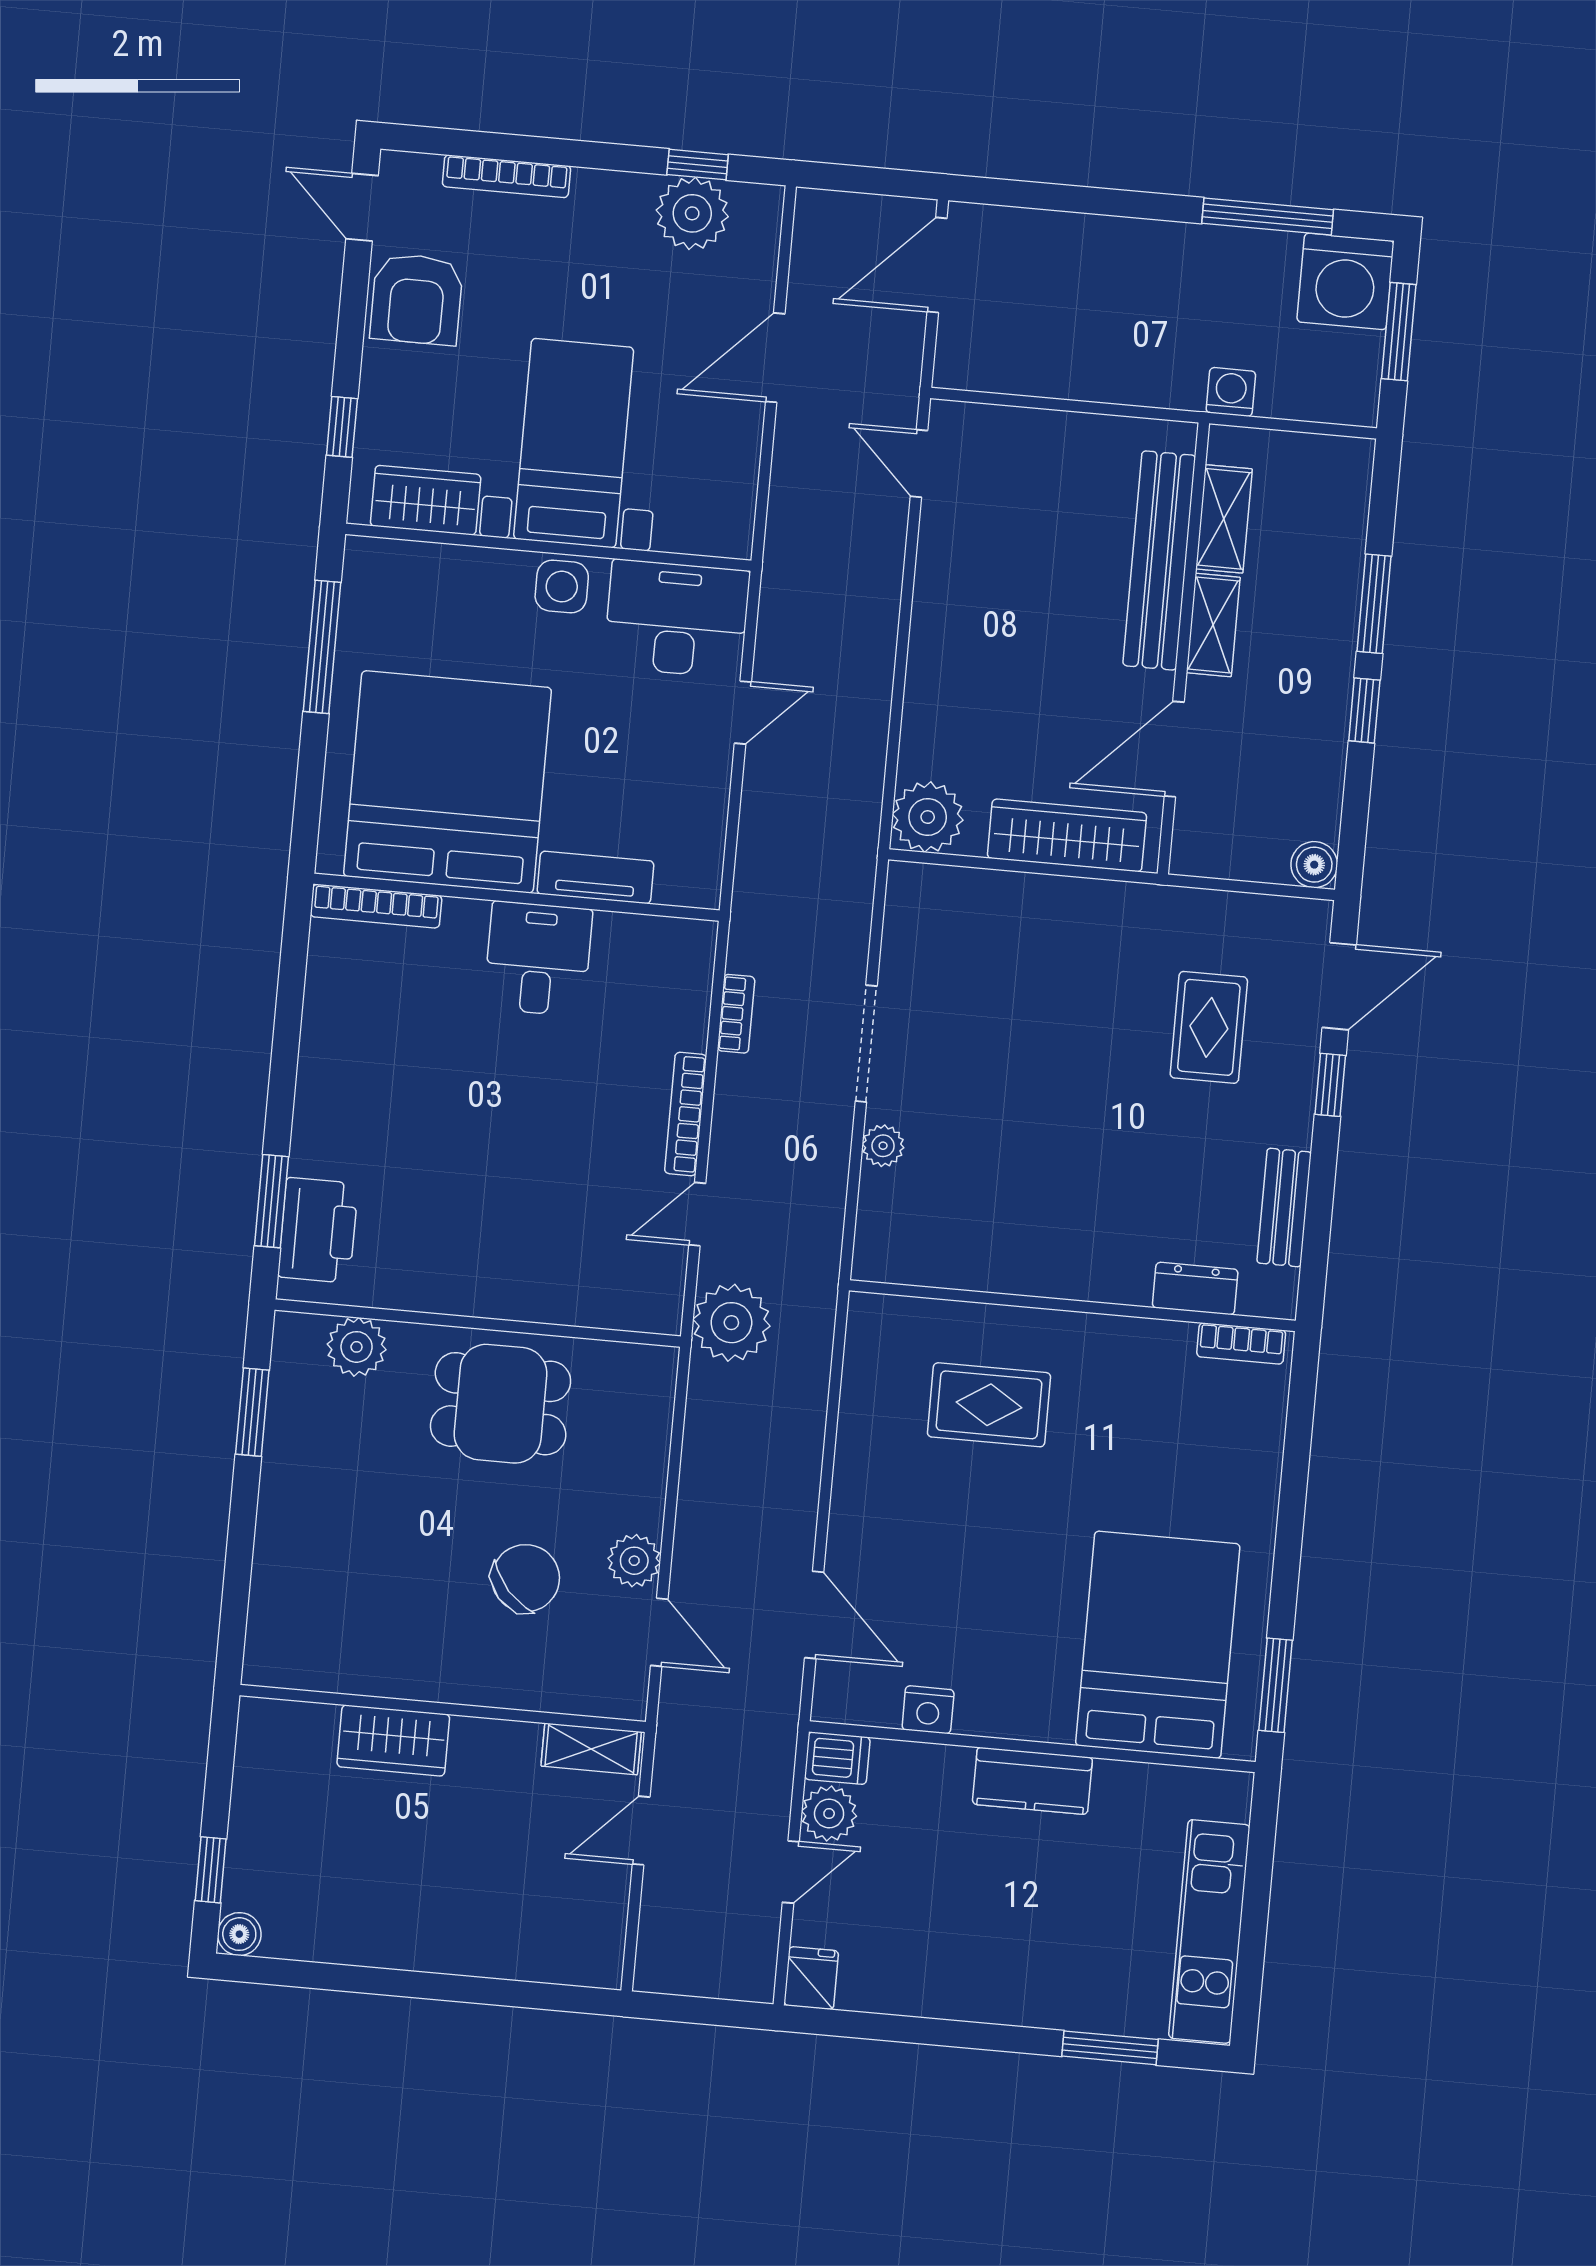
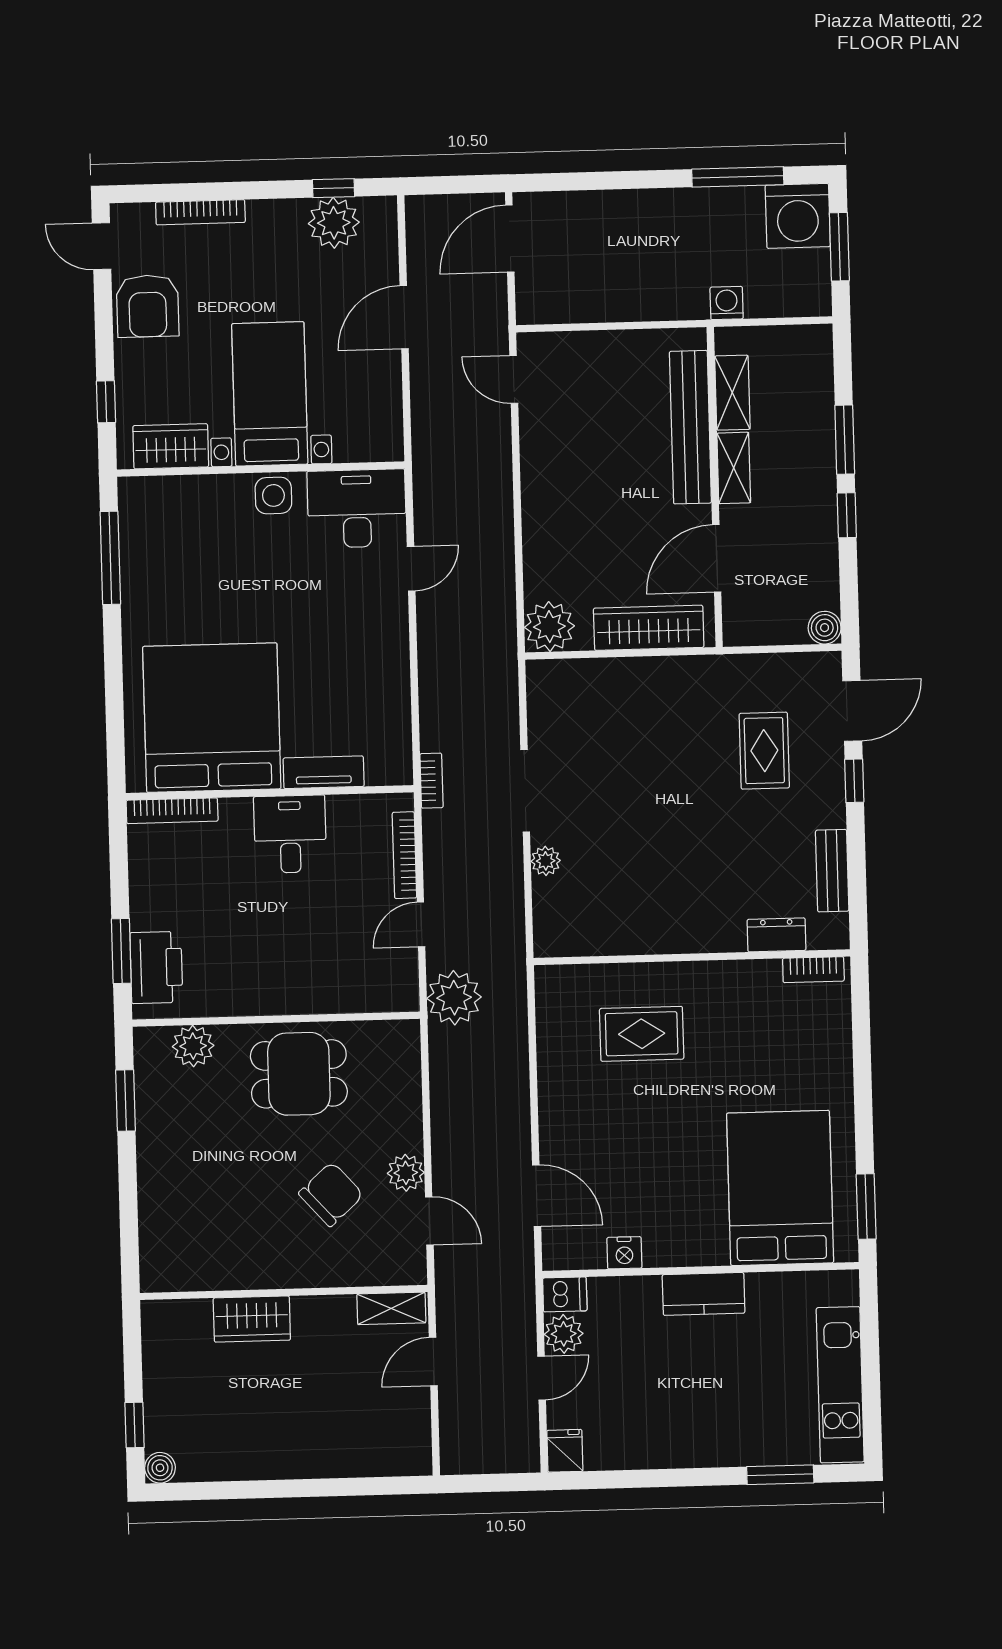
bed: (448, 782) -> (212, 718), moved
tv unit: (595, 877) -> (324, 772), moved
wall: (516, 897) -> (270, 793), moved
bookcase: (376, 906) -> (172, 811), moved
desk: (538, 959) -> (290, 834), moved

